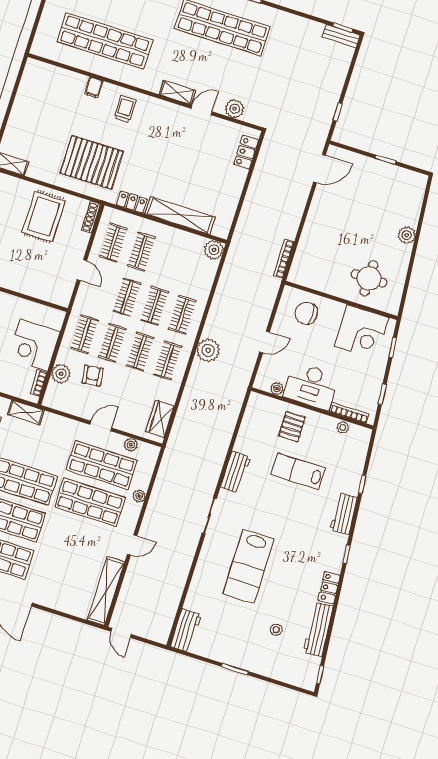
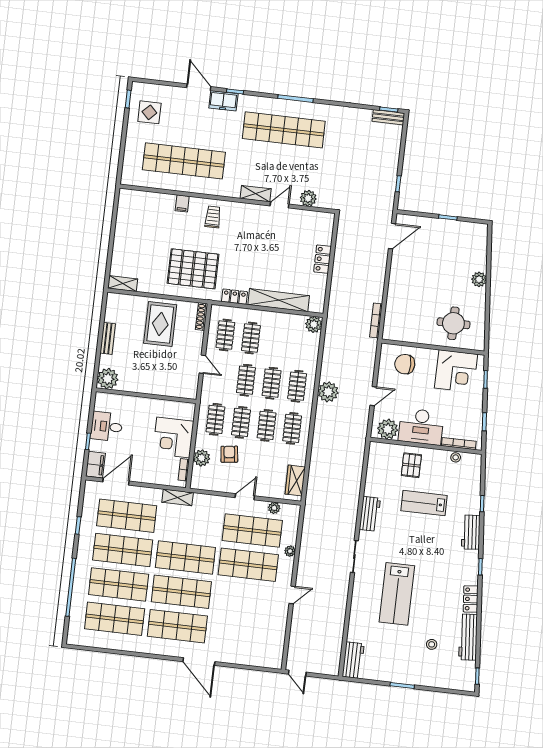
locker: (246, 152) -> (322, 259), moved
plant: (208, 350) -> (328, 392), moved
plant: (277, 389) -> (388, 429), width x1.88, depth x1.88
shelving: (106, 591) -> (277, 639), removed

